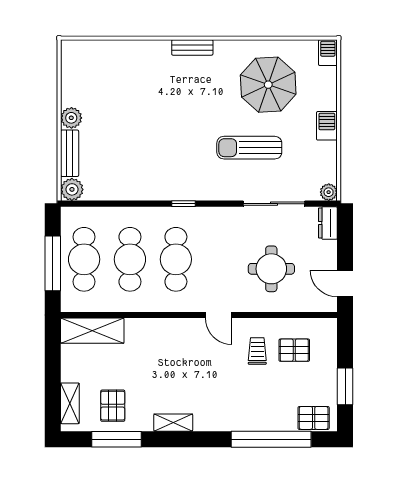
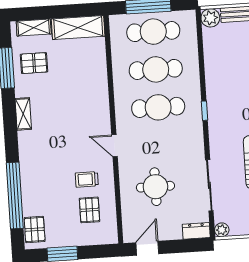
door: (219, 315) -> (115, 146), hinge flipped
shelving: (92, 331) -> (78, 28), moved, turned 90
trolley: (257, 351) -> (87, 179), turned 180

